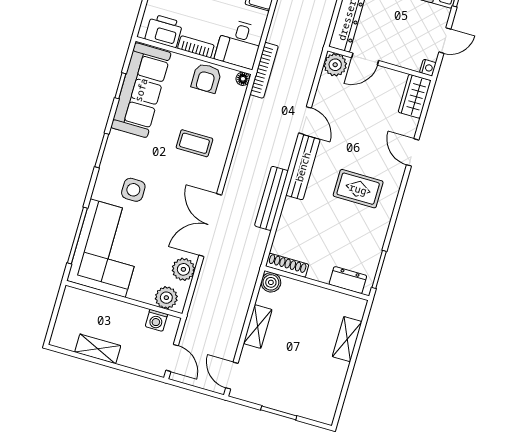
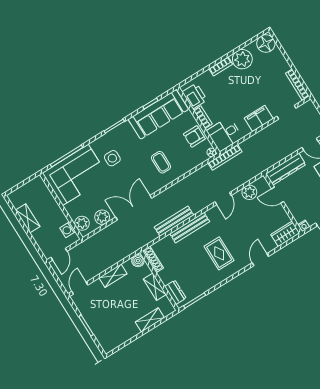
plant: (335, 65) -> (249, 192), moved
bench: (303, 167) -> (190, 228), moved
shelving: (318, 295) -> (155, 287), added

